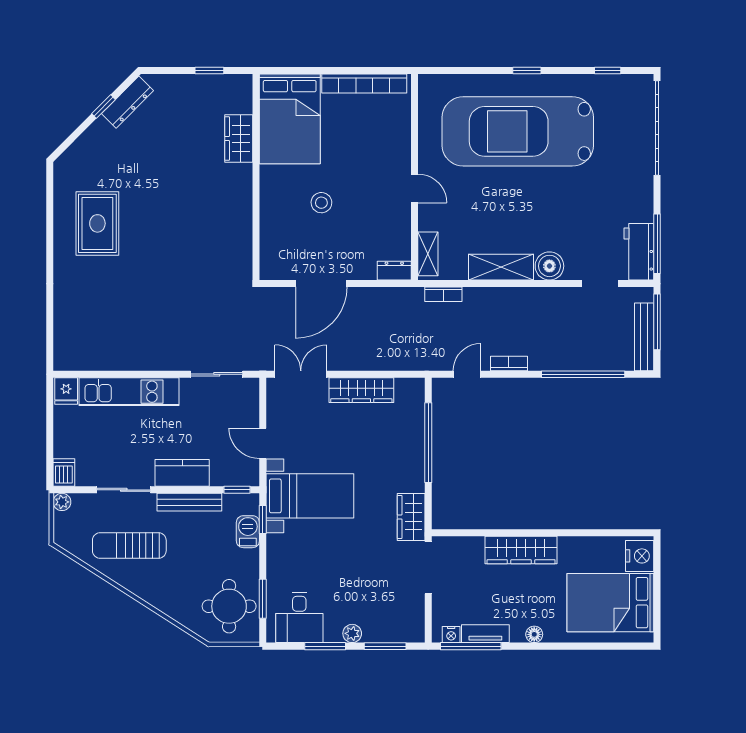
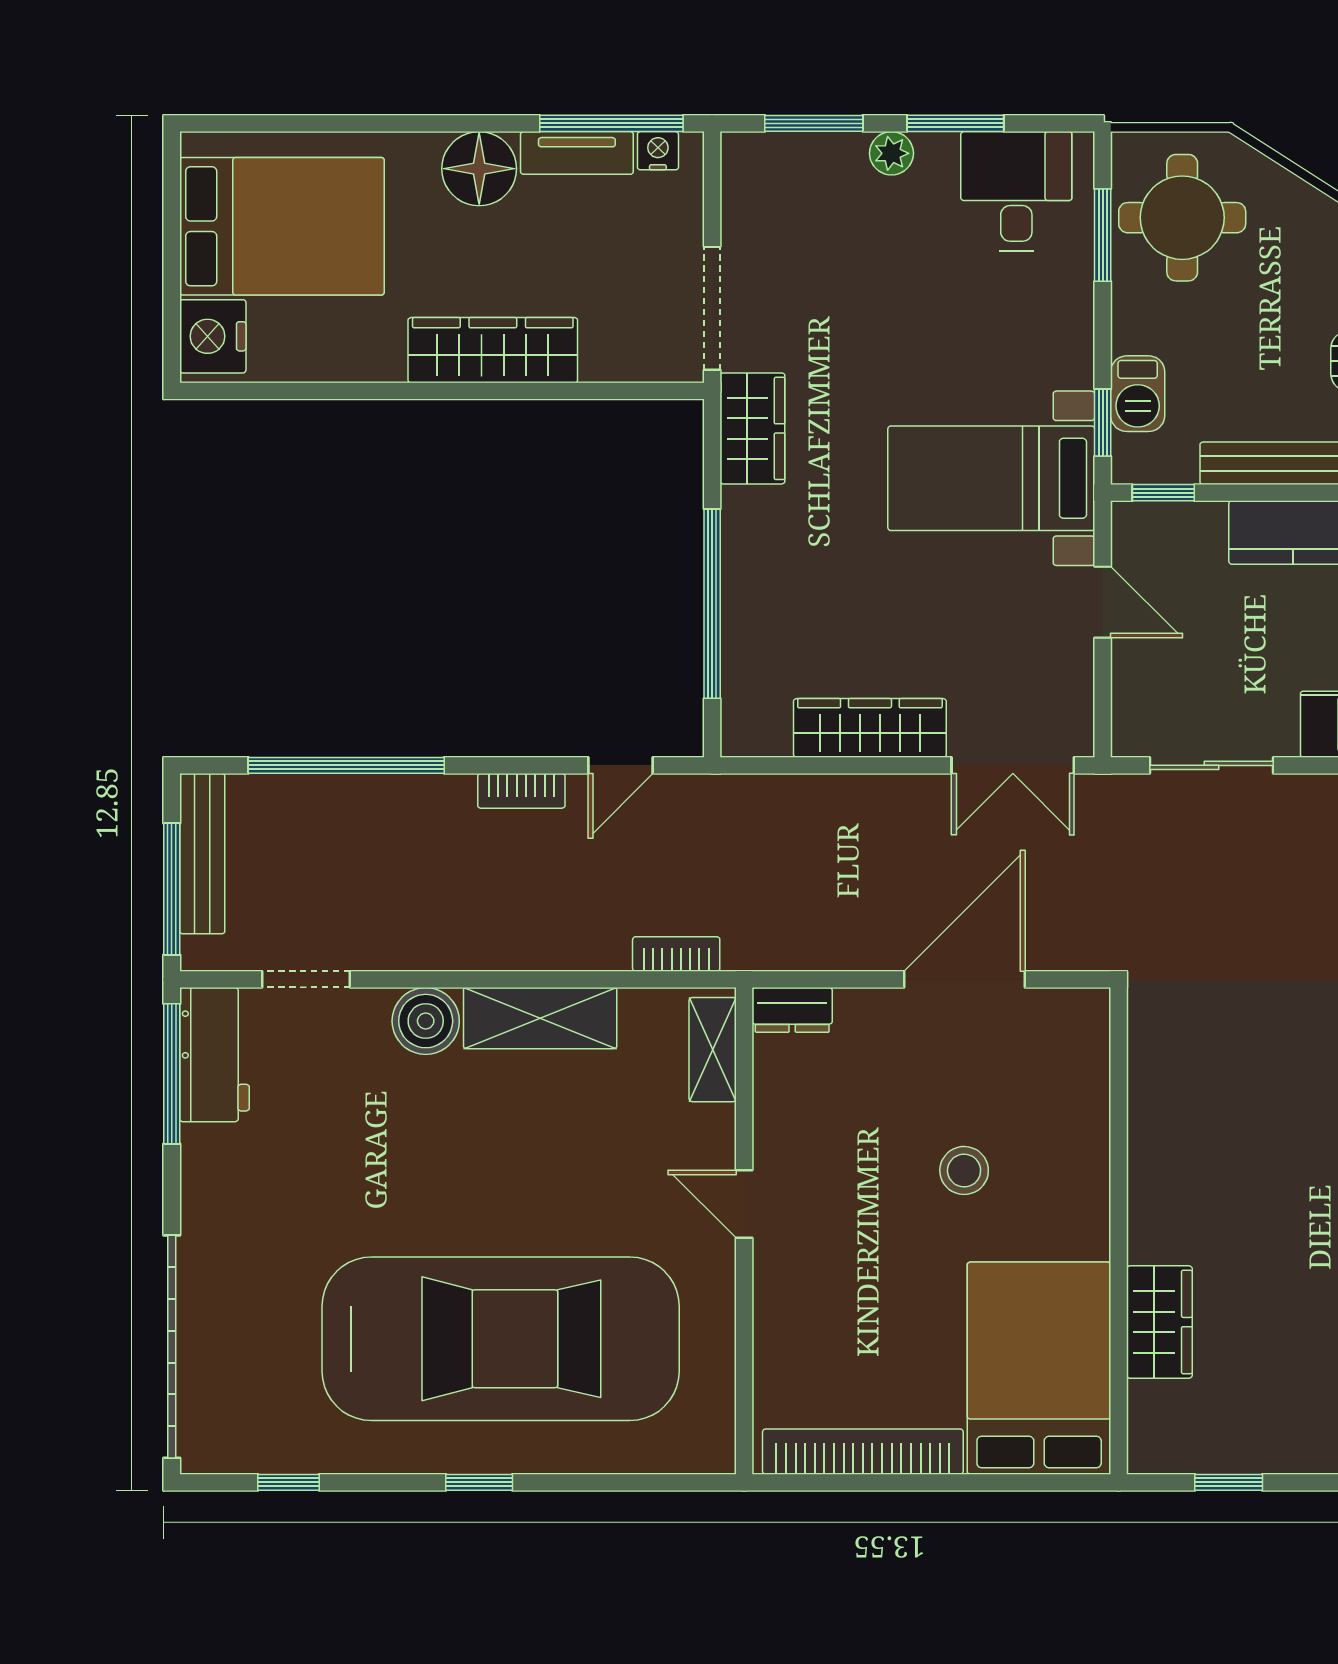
floor lamp: (534, 634) -> (479, 169), width x1.89, depth x1.89

